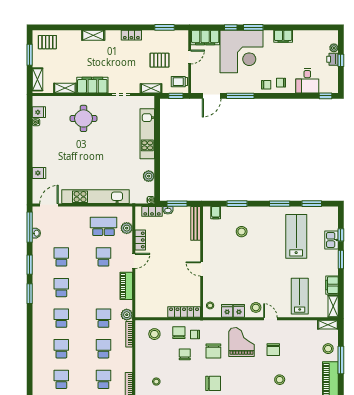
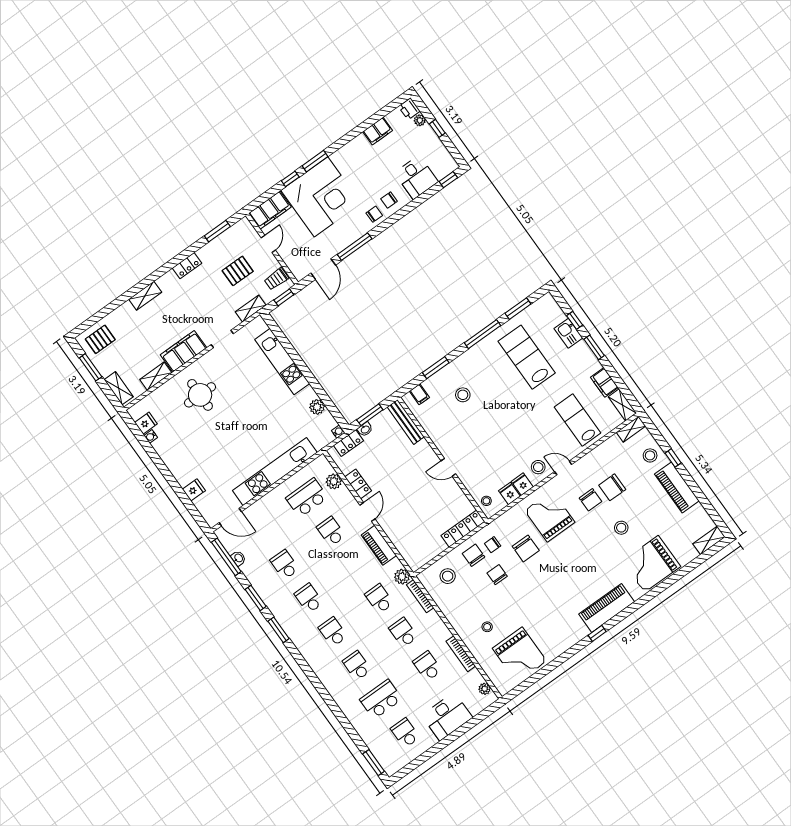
filing cabinet: (283, 36) -> (378, 131), moved
printer: (333, 59) -> (409, 109), moved
window: (280, 204) -> (483, 334), width x1.44
door: (49, 205) -> (230, 517), swing flipped
window: (341, 360) -> (673, 458), width x0.46
school desk: (61, 379) -> (381, 699), width x1.85
chair: (213, 383) -> (612, 487), moved, turned 180

